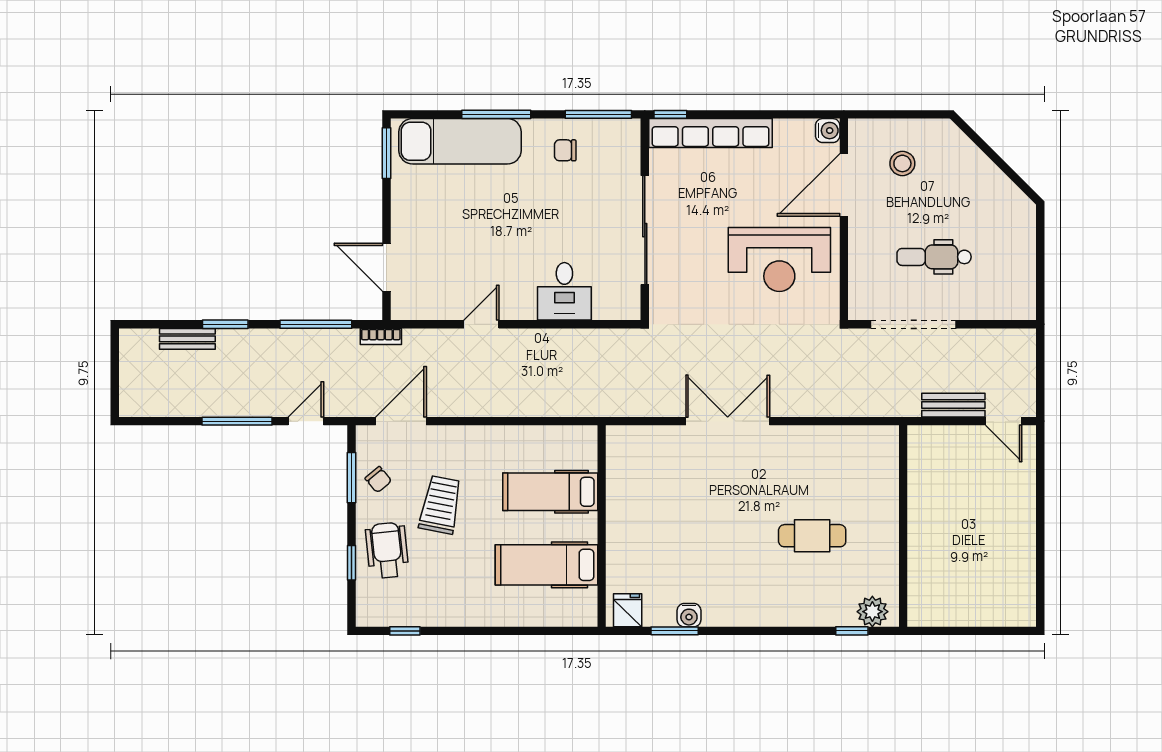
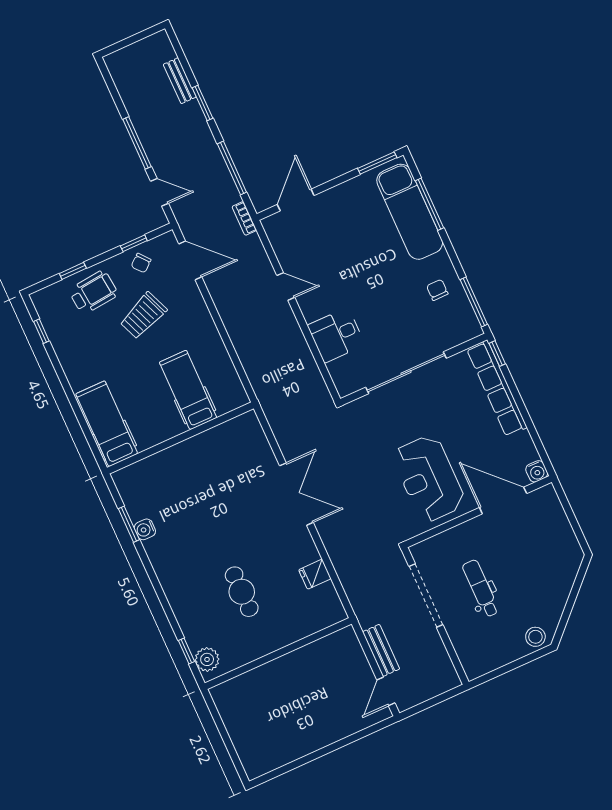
window: (496, 114) -> (429, 204), moved
stool: (902, 163) -> (535, 637), moved
window: (351, 478) -> (134, 243), width x0.67
trolley: (440, 505) -> (143, 316), turned 147
hospital bed: (547, 565) -> (107, 424), moved
fridge: (628, 610) -> (315, 574), moved, turned 180

